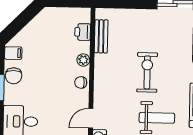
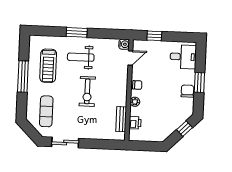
window: (16, 26) -> (185, 129), added
filing cabinet: (13, 53) -> (187, 108), removed

